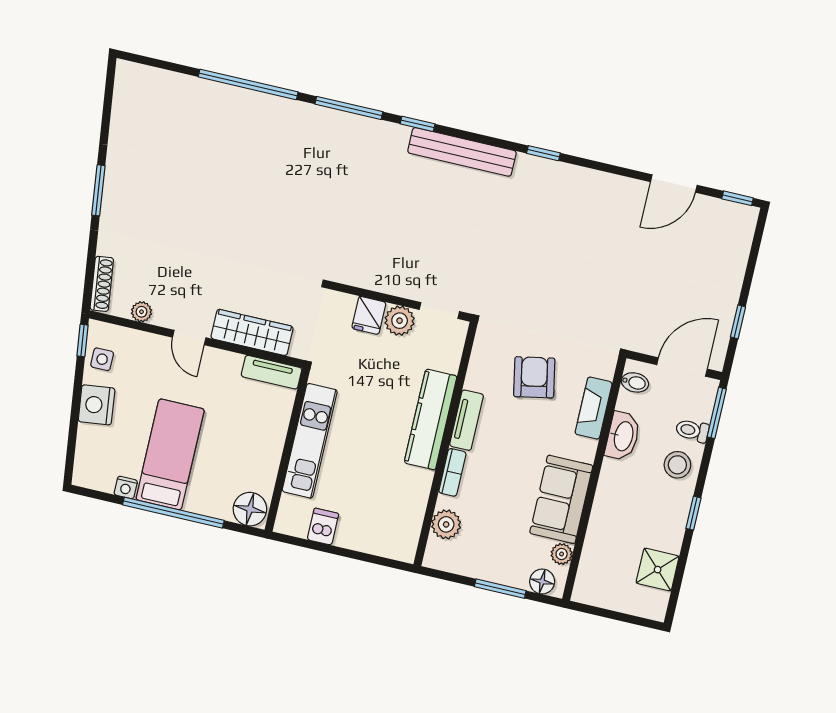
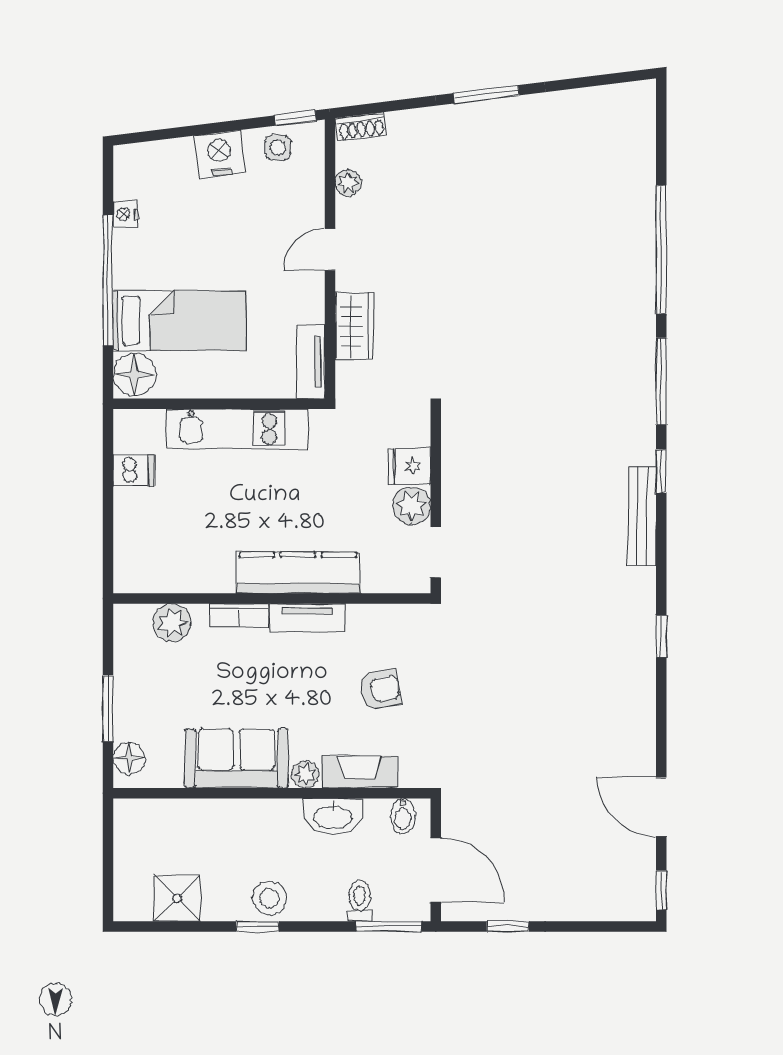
bench: (462, 152) -> (642, 516), width x0.73, depth x0.82
shoe rack: (102, 284) -> (361, 127), width x0.70
wardrobe: (252, 332) -> (354, 326), width x0.67
armchair: (534, 377) -> (380, 689), width x0.72, depth x0.72
bed: (170, 454) -> (179, 321), moved
stool: (677, 465) -> (269, 898), moved
plant: (562, 554) -> (305, 774), moved

